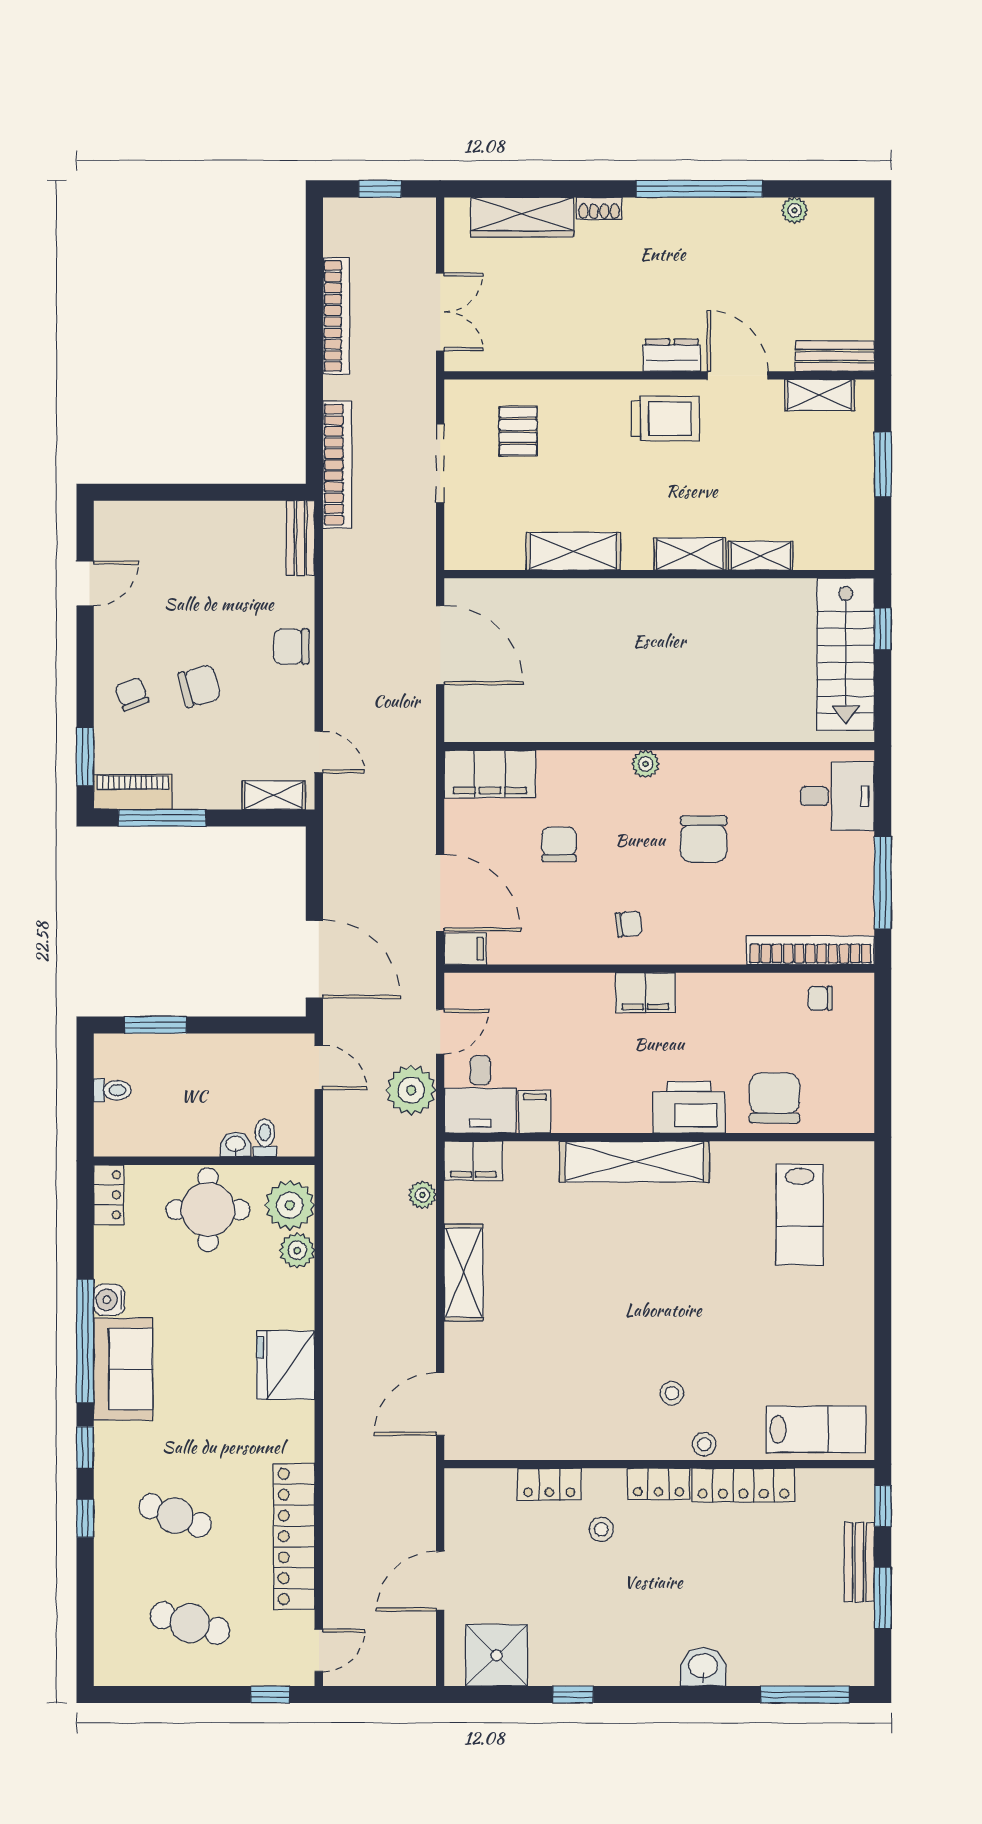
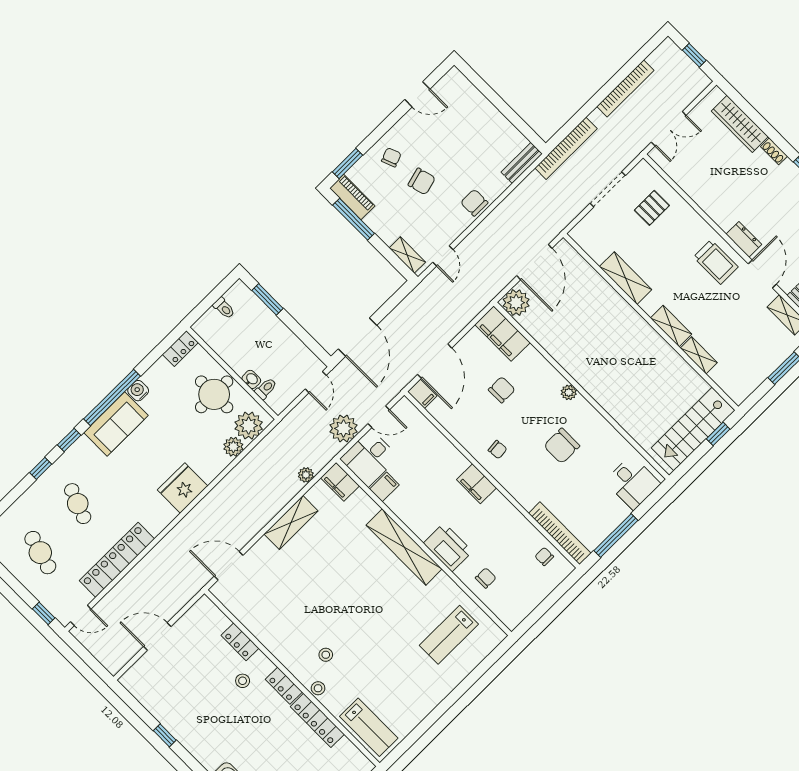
plant: (468, 718) -> (516, 303), added
chair: (774, 1098) -> (486, 578), width x0.54, depth x0.54
shower: (497, 1655) -> (150, 689), removed

